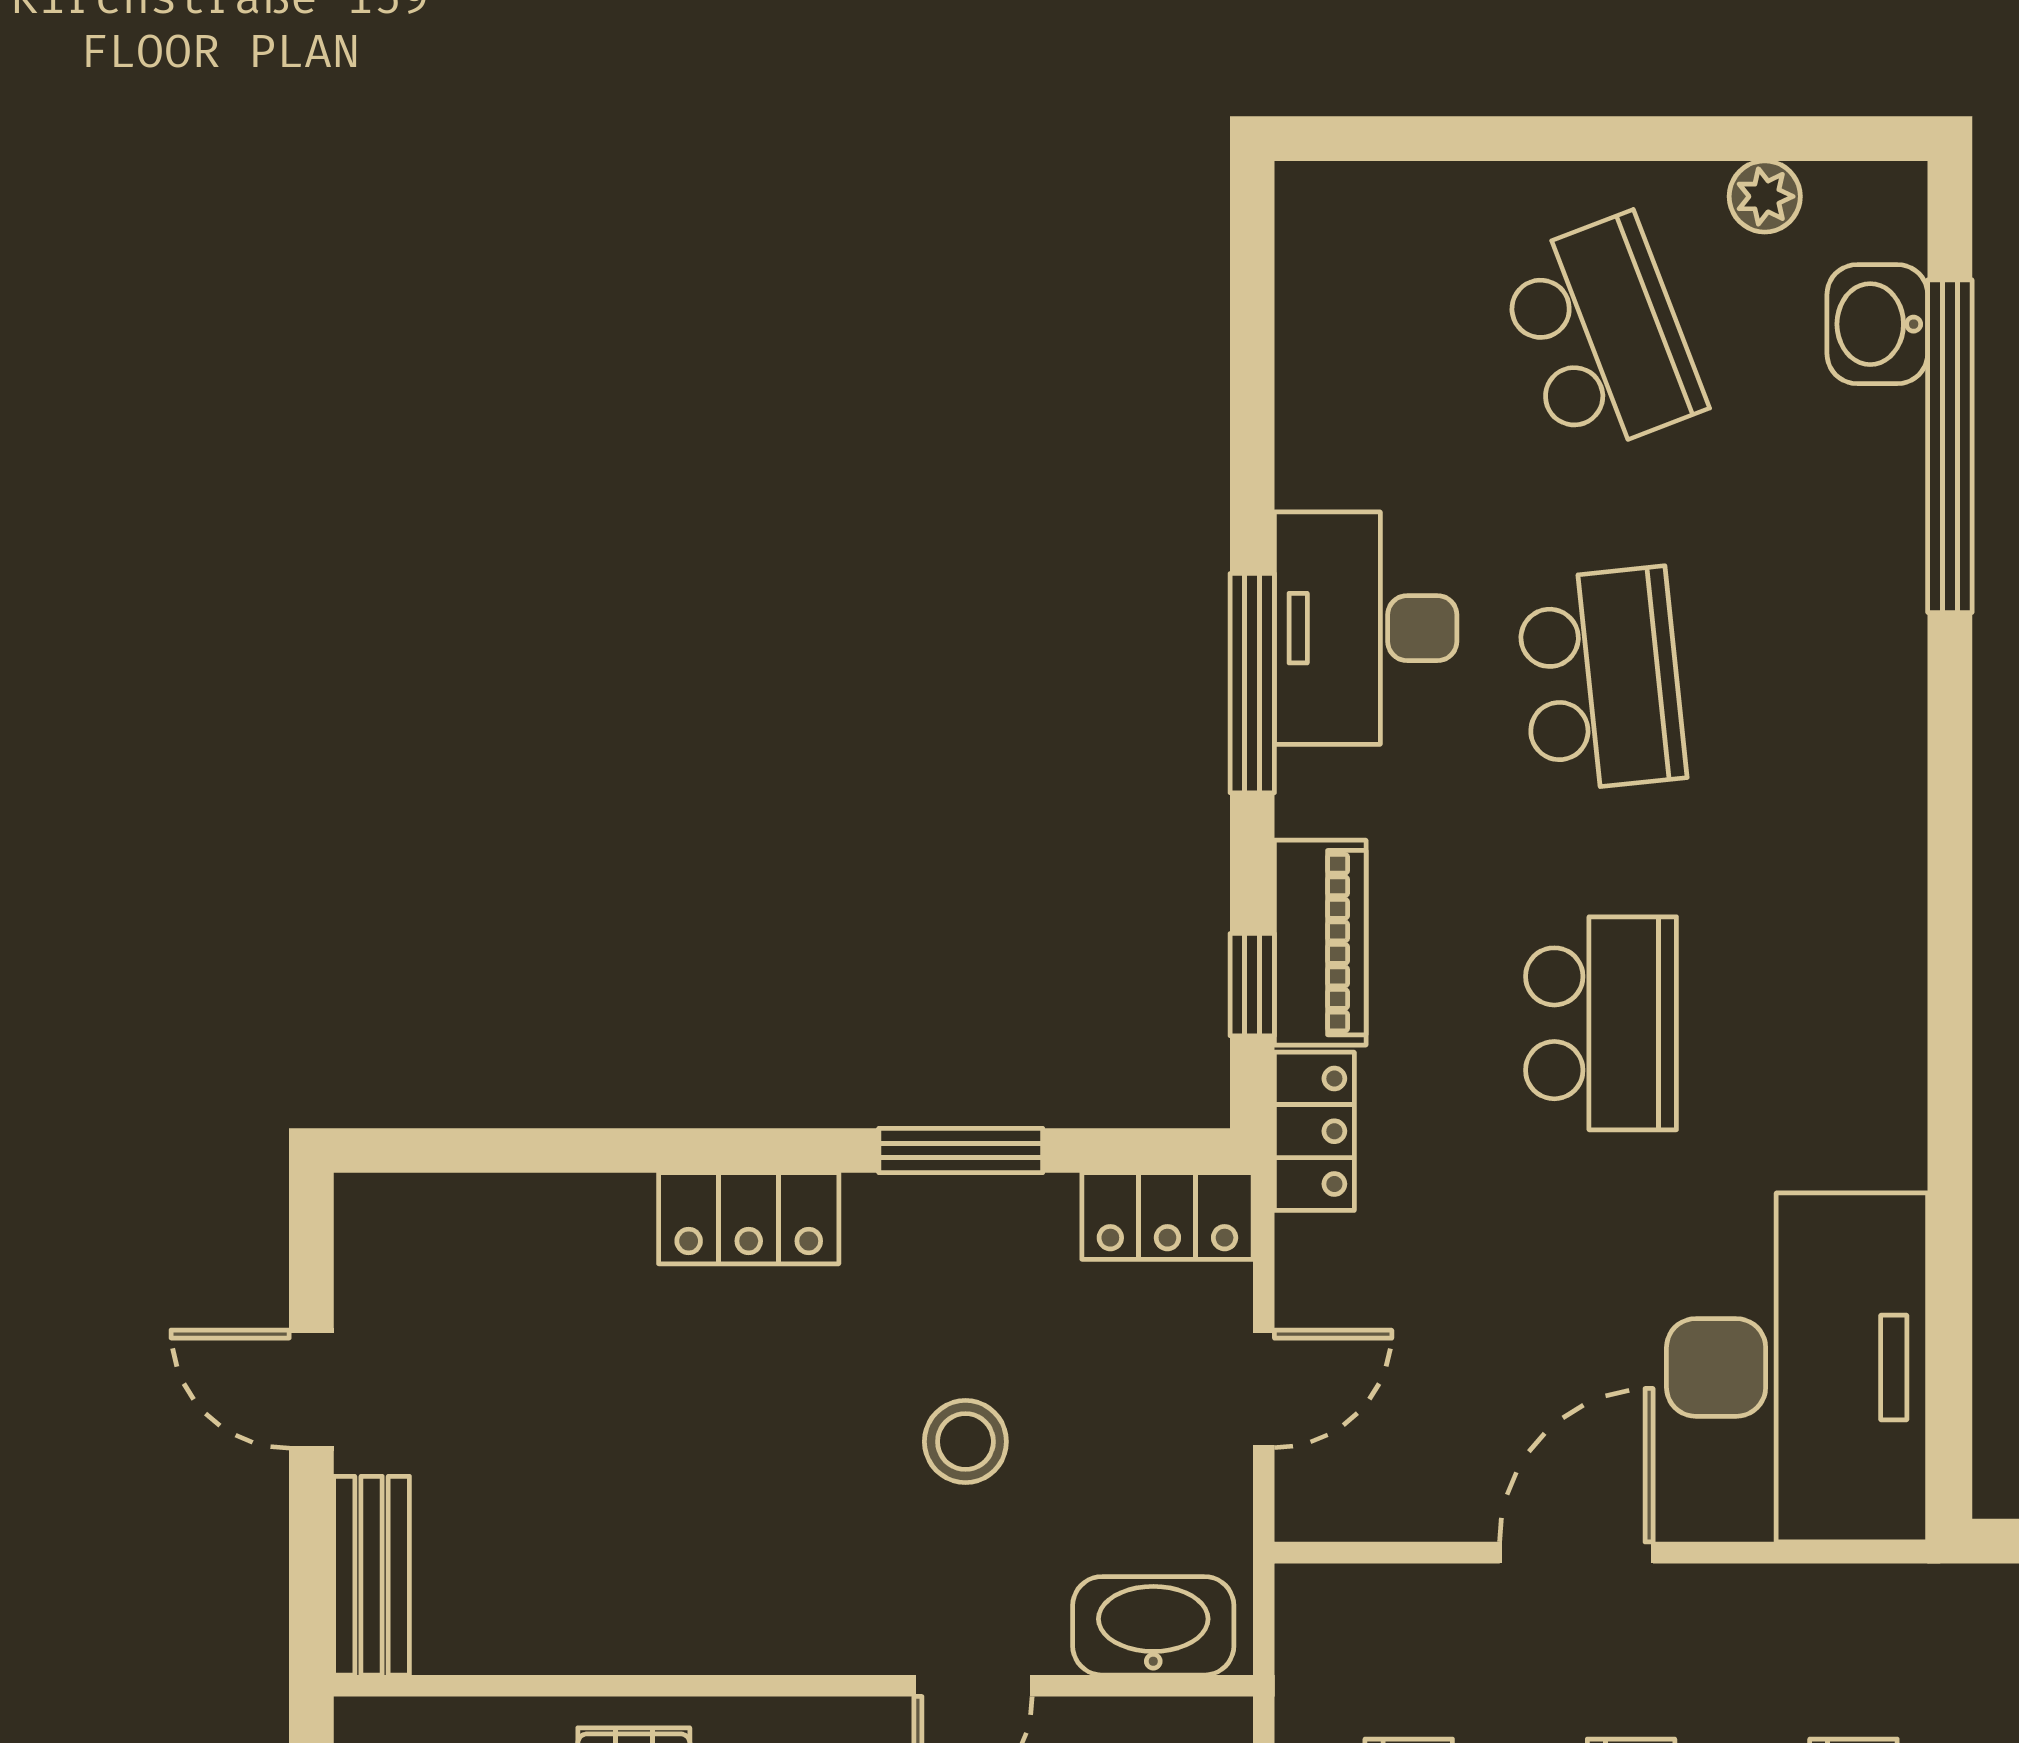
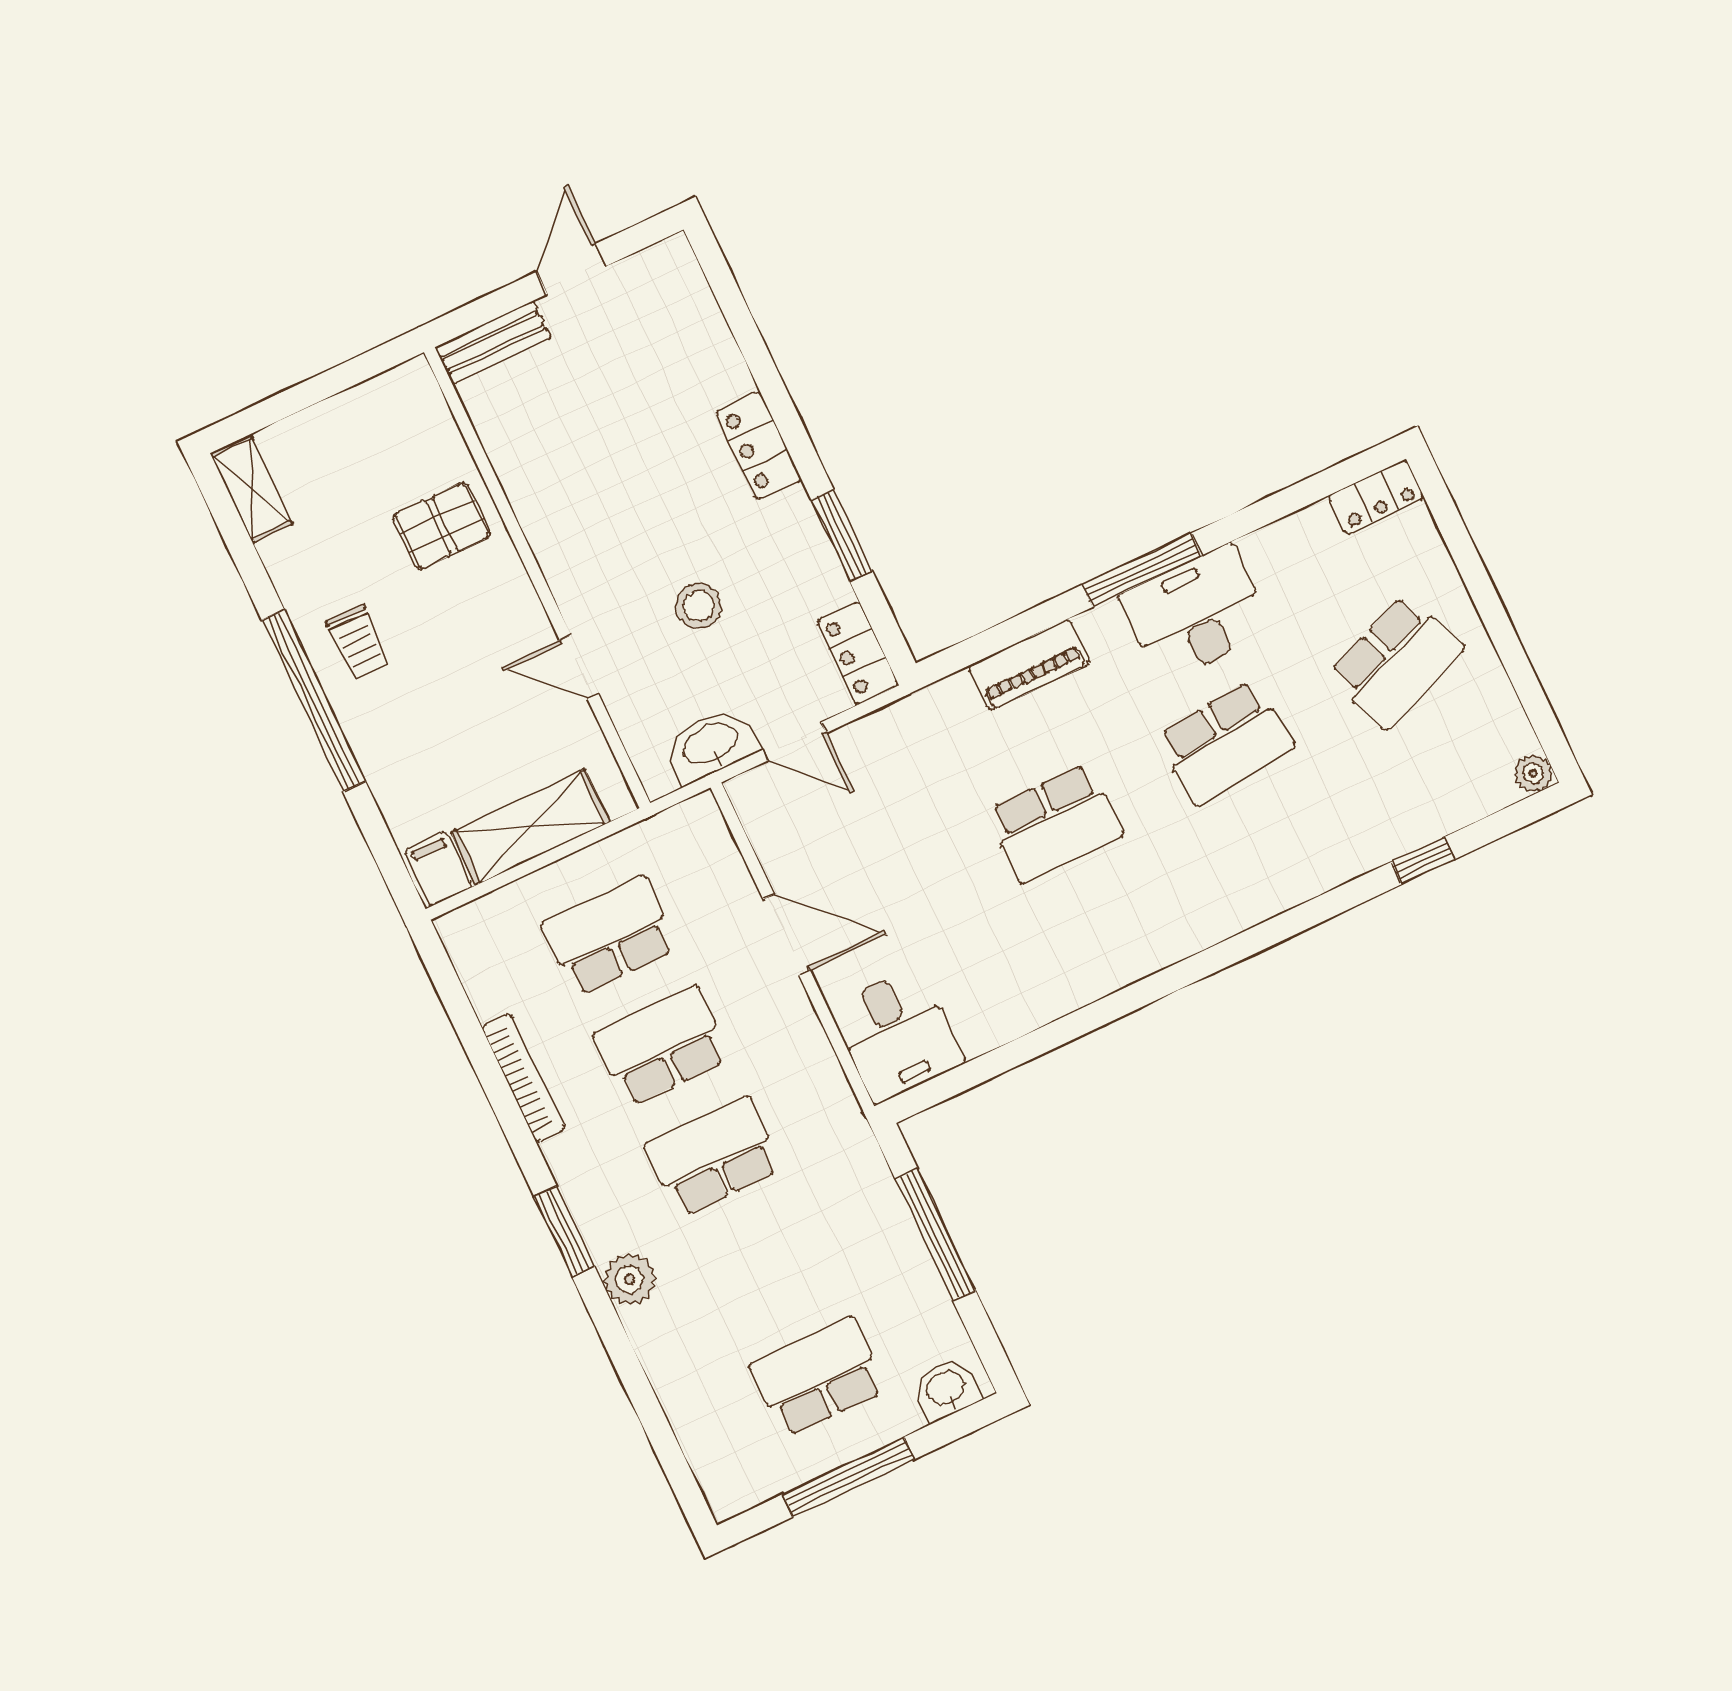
plant: (1765, 196) -> (1533, 773), moved
washbasin: (1877, 324) -> (1466, 796), removed
window: (1950, 446) -> (1423, 861), width x0.32
window: (1252, 985) -> (992, 641), removed
locker: (1314, 1131) -> (1376, 497), moved
desk: (1797, 1367) -> (897, 1035), width x0.53, depth x0.77
washbasin: (1153, 1626) -> (710, 745), moved, turned -90

